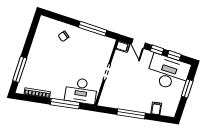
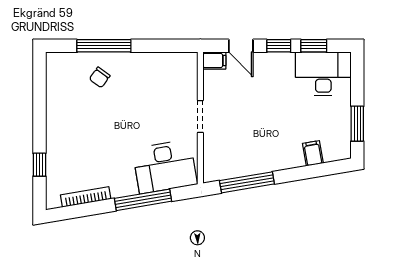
window: (93, 29) -> (104, 46), moved
window: (20, 69) -> (39, 165), width x0.46
desk: (168, 73) -> (323, 74), width x0.73, depth x0.77
window: (187, 88) -> (357, 124), moved
window: (131, 114) -> (247, 182), moved

